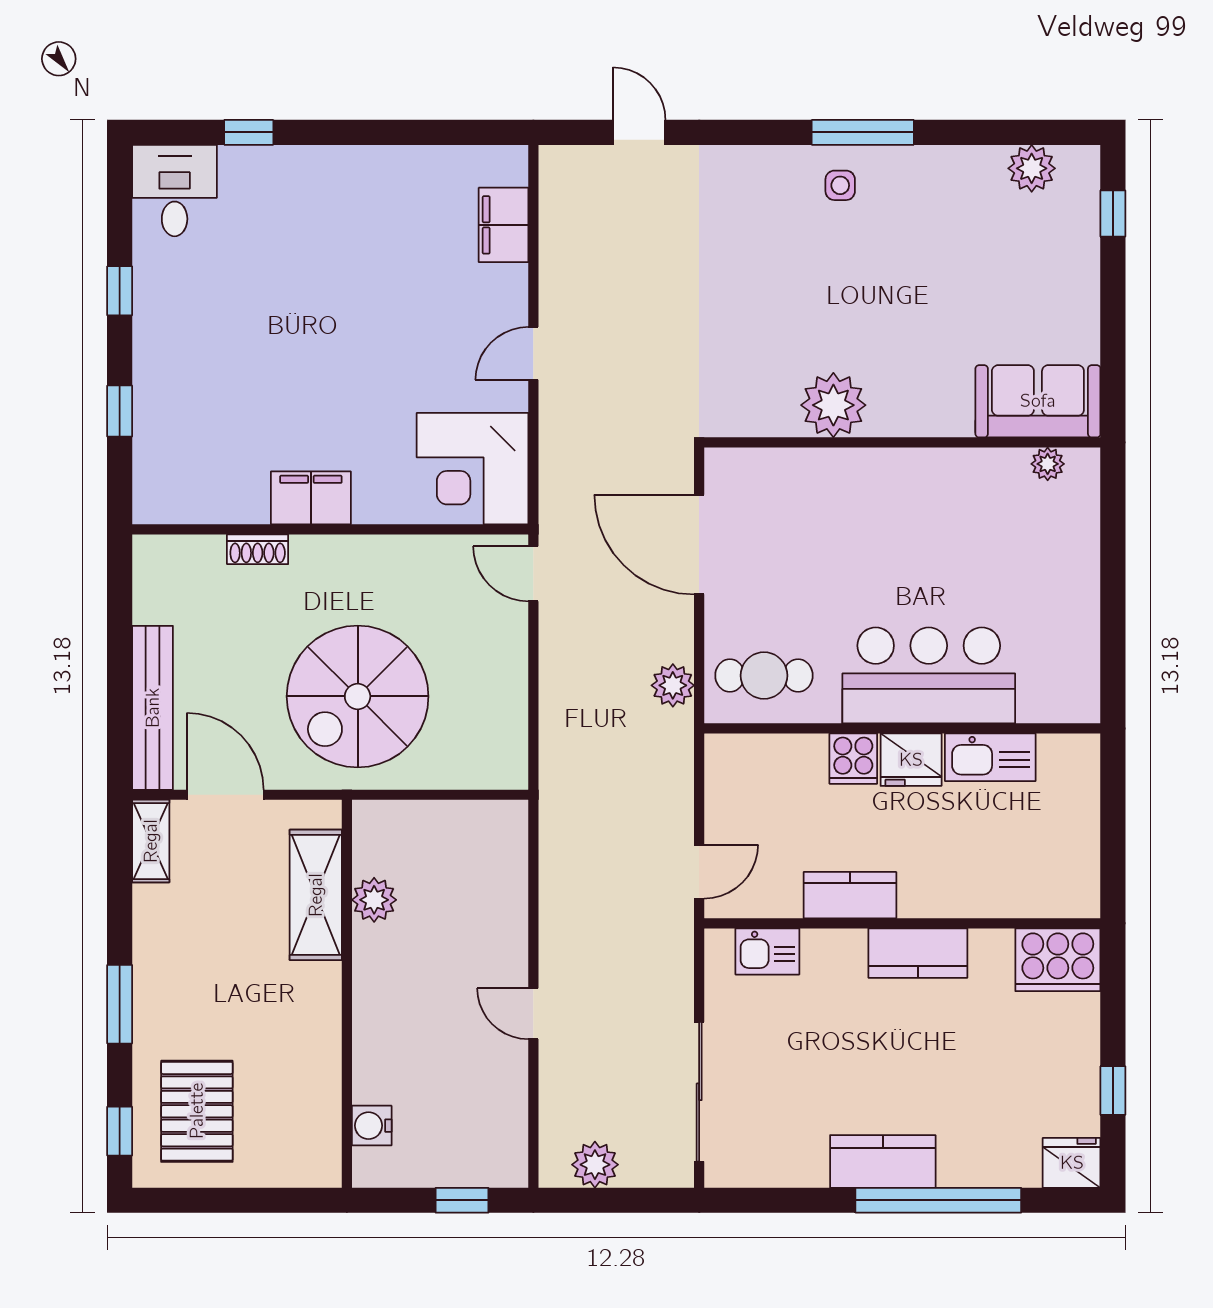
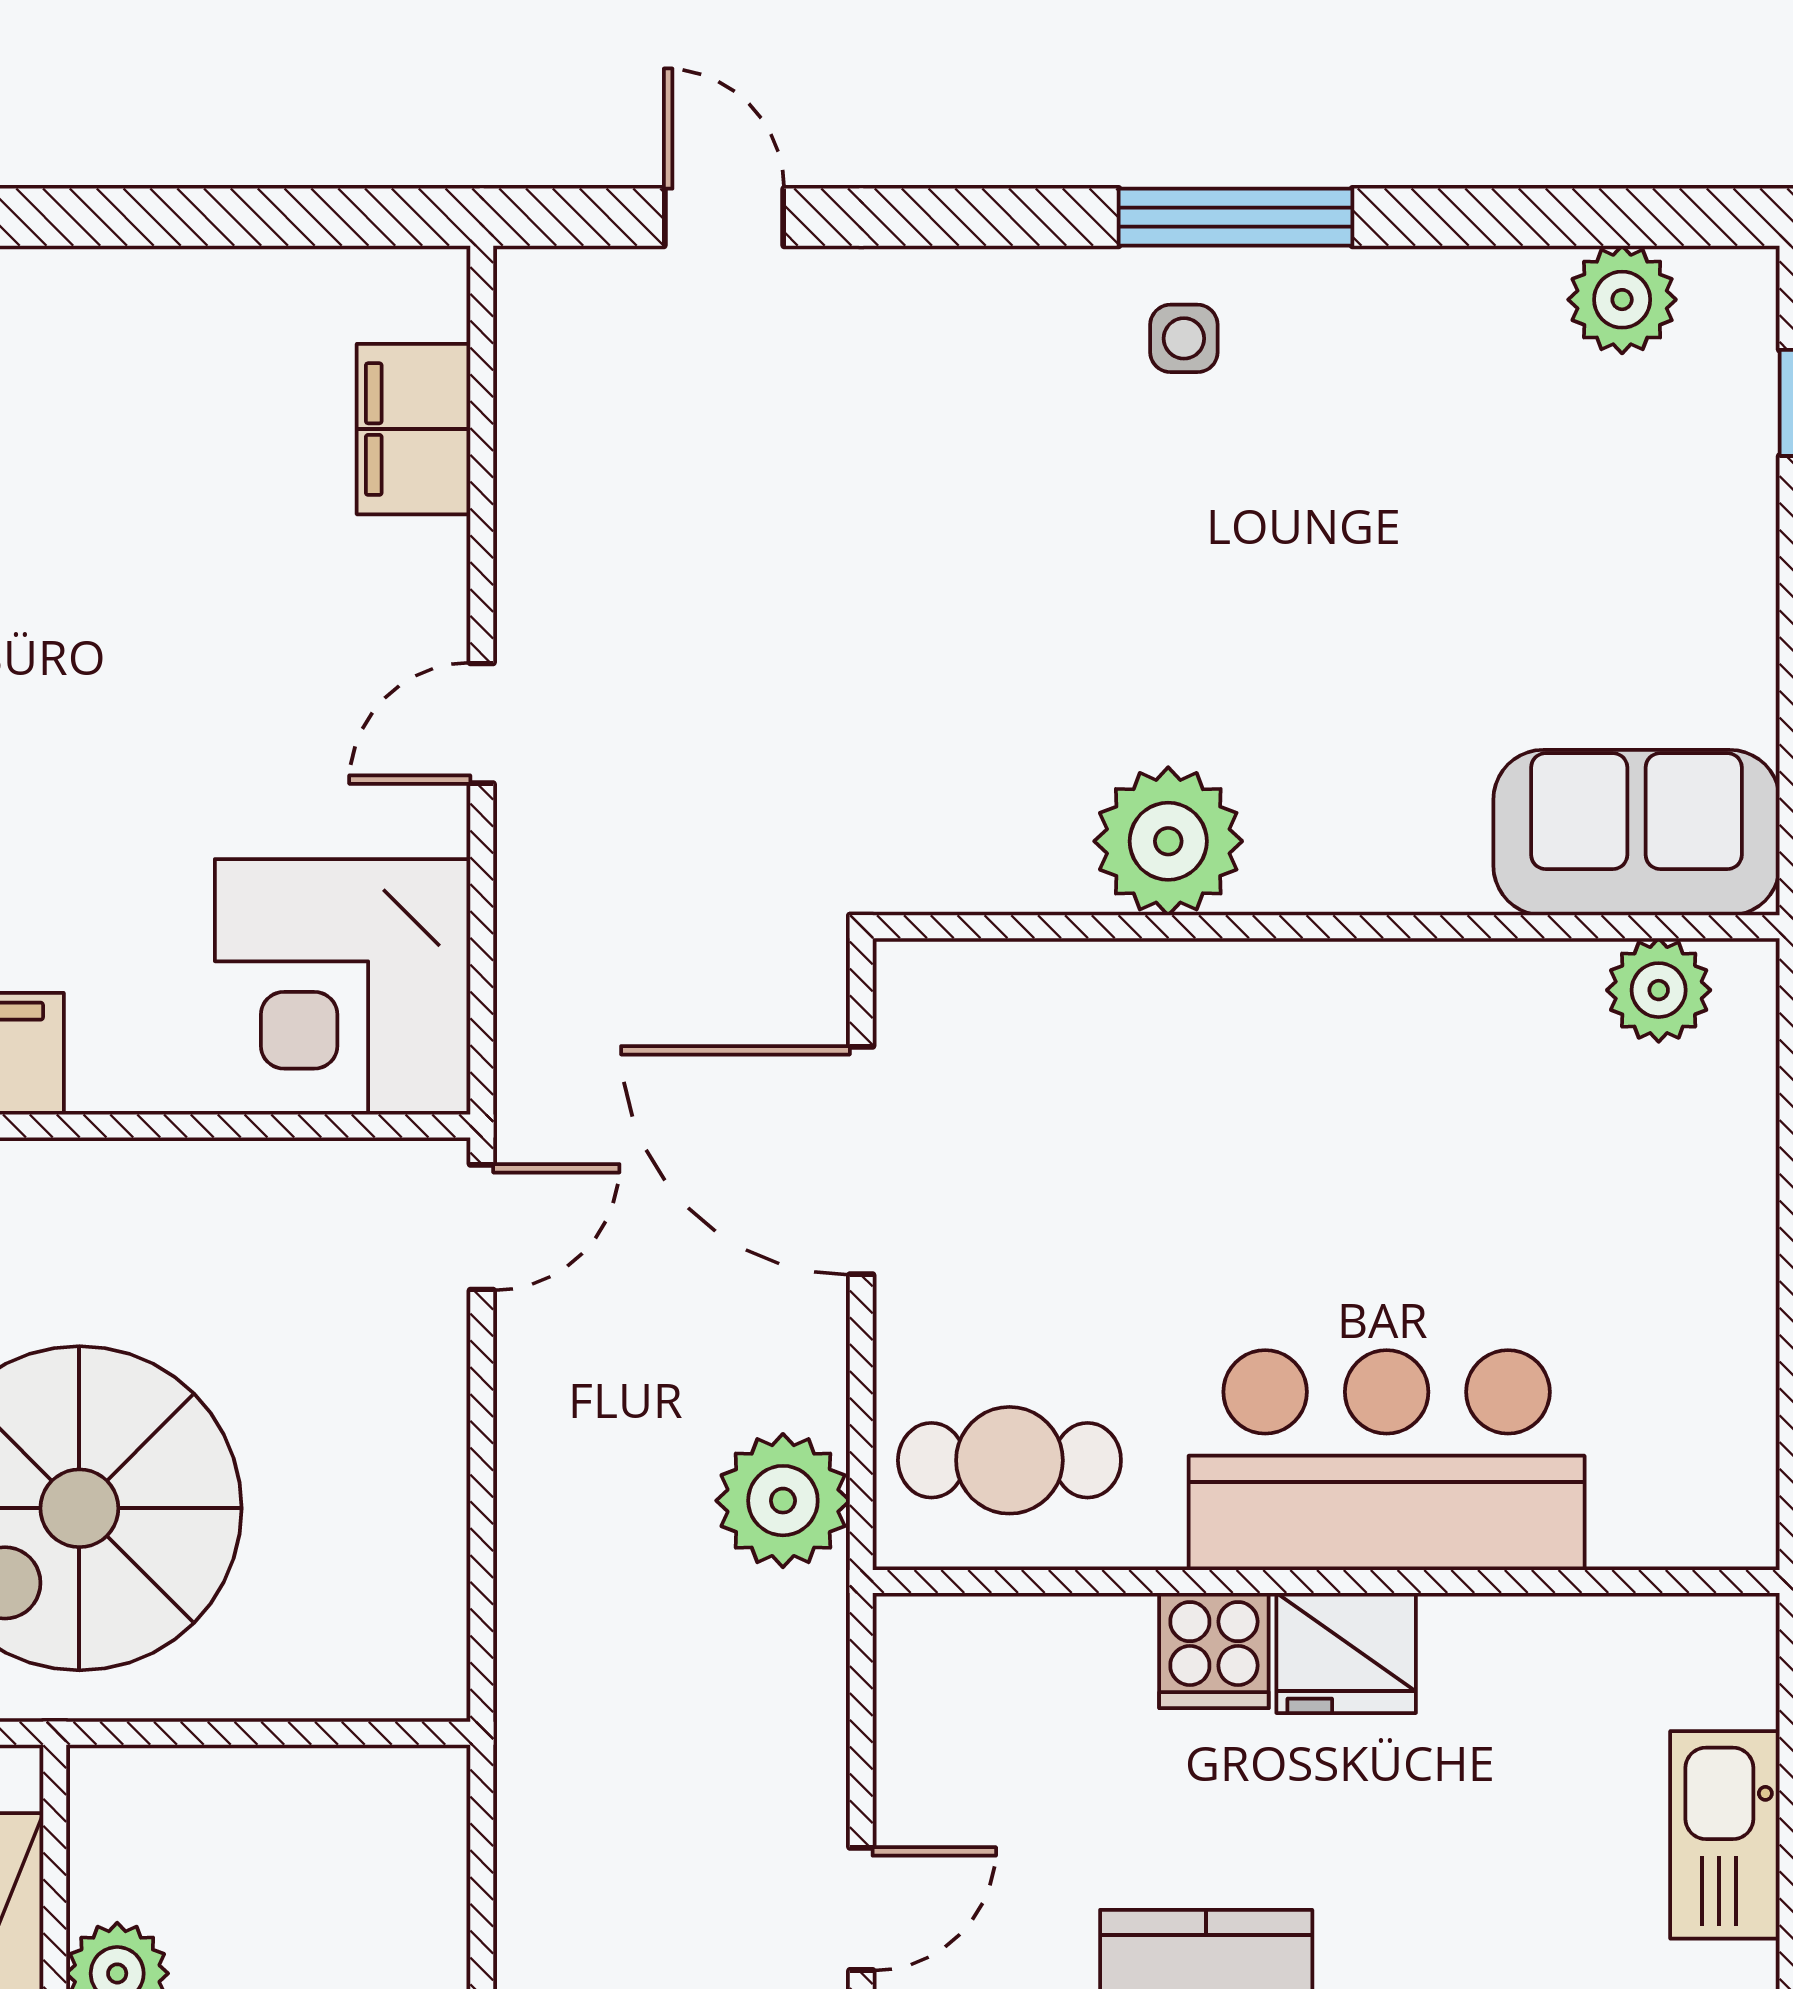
plant: (1048, 464) -> (1659, 990), width x1.38, depth x1.38
door: (533, 574) -> (482, 1227), swing flipped
plant: (673, 685) -> (783, 1501), width x1.36, depth x1.36
kitchen sink: (990, 757) -> (1725, 1835), moved, turned 90

